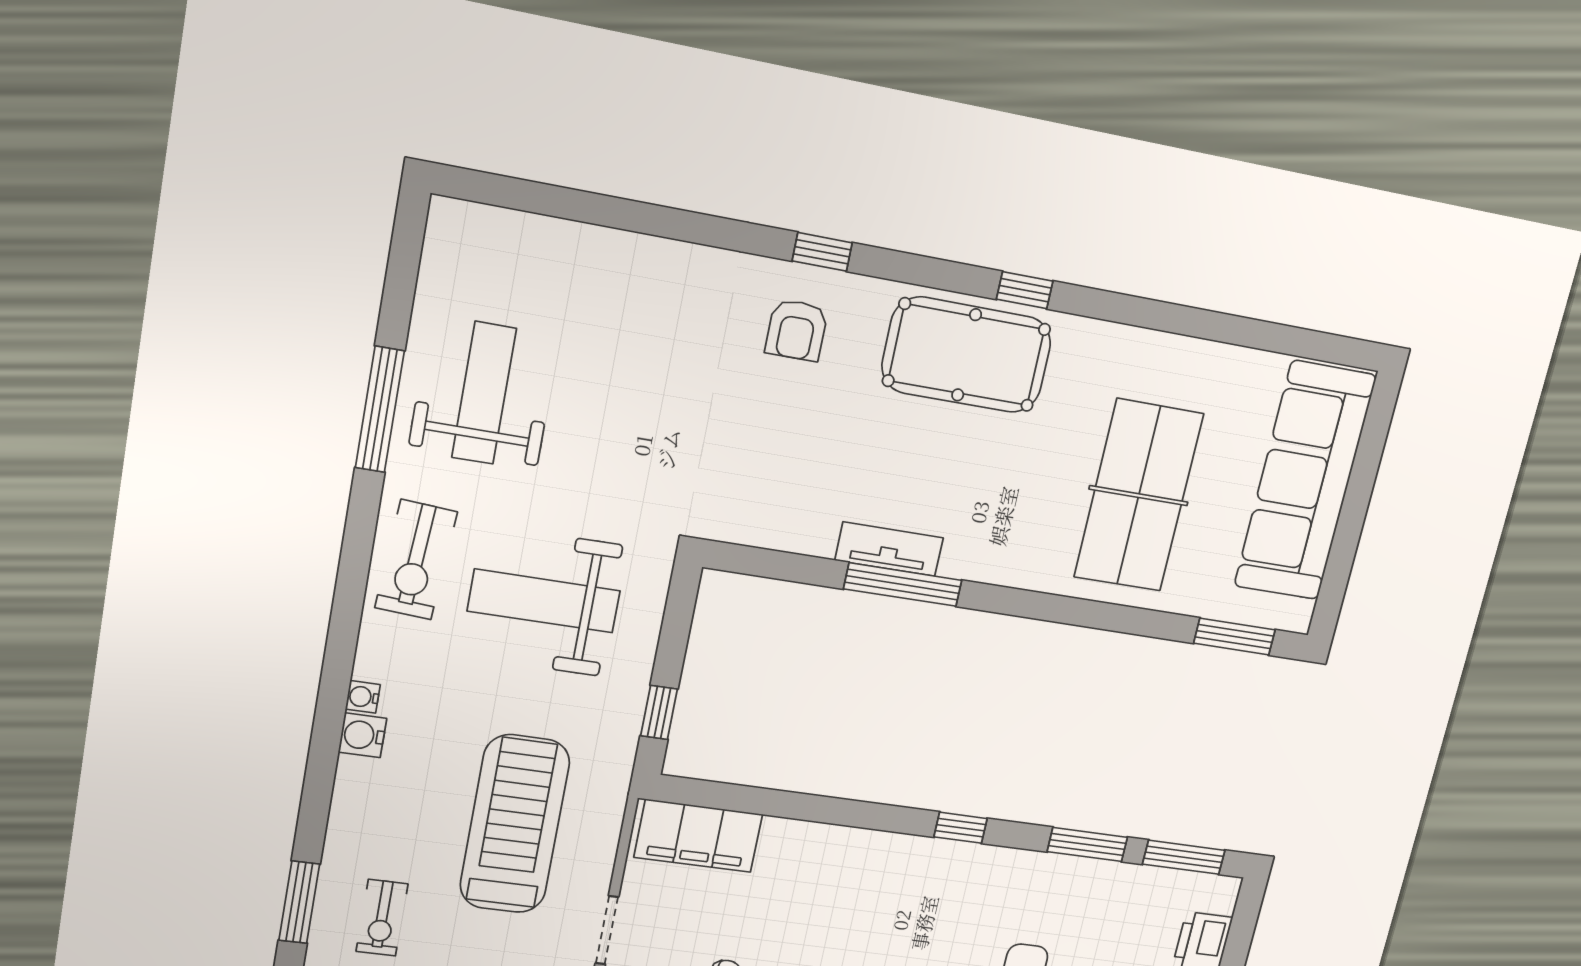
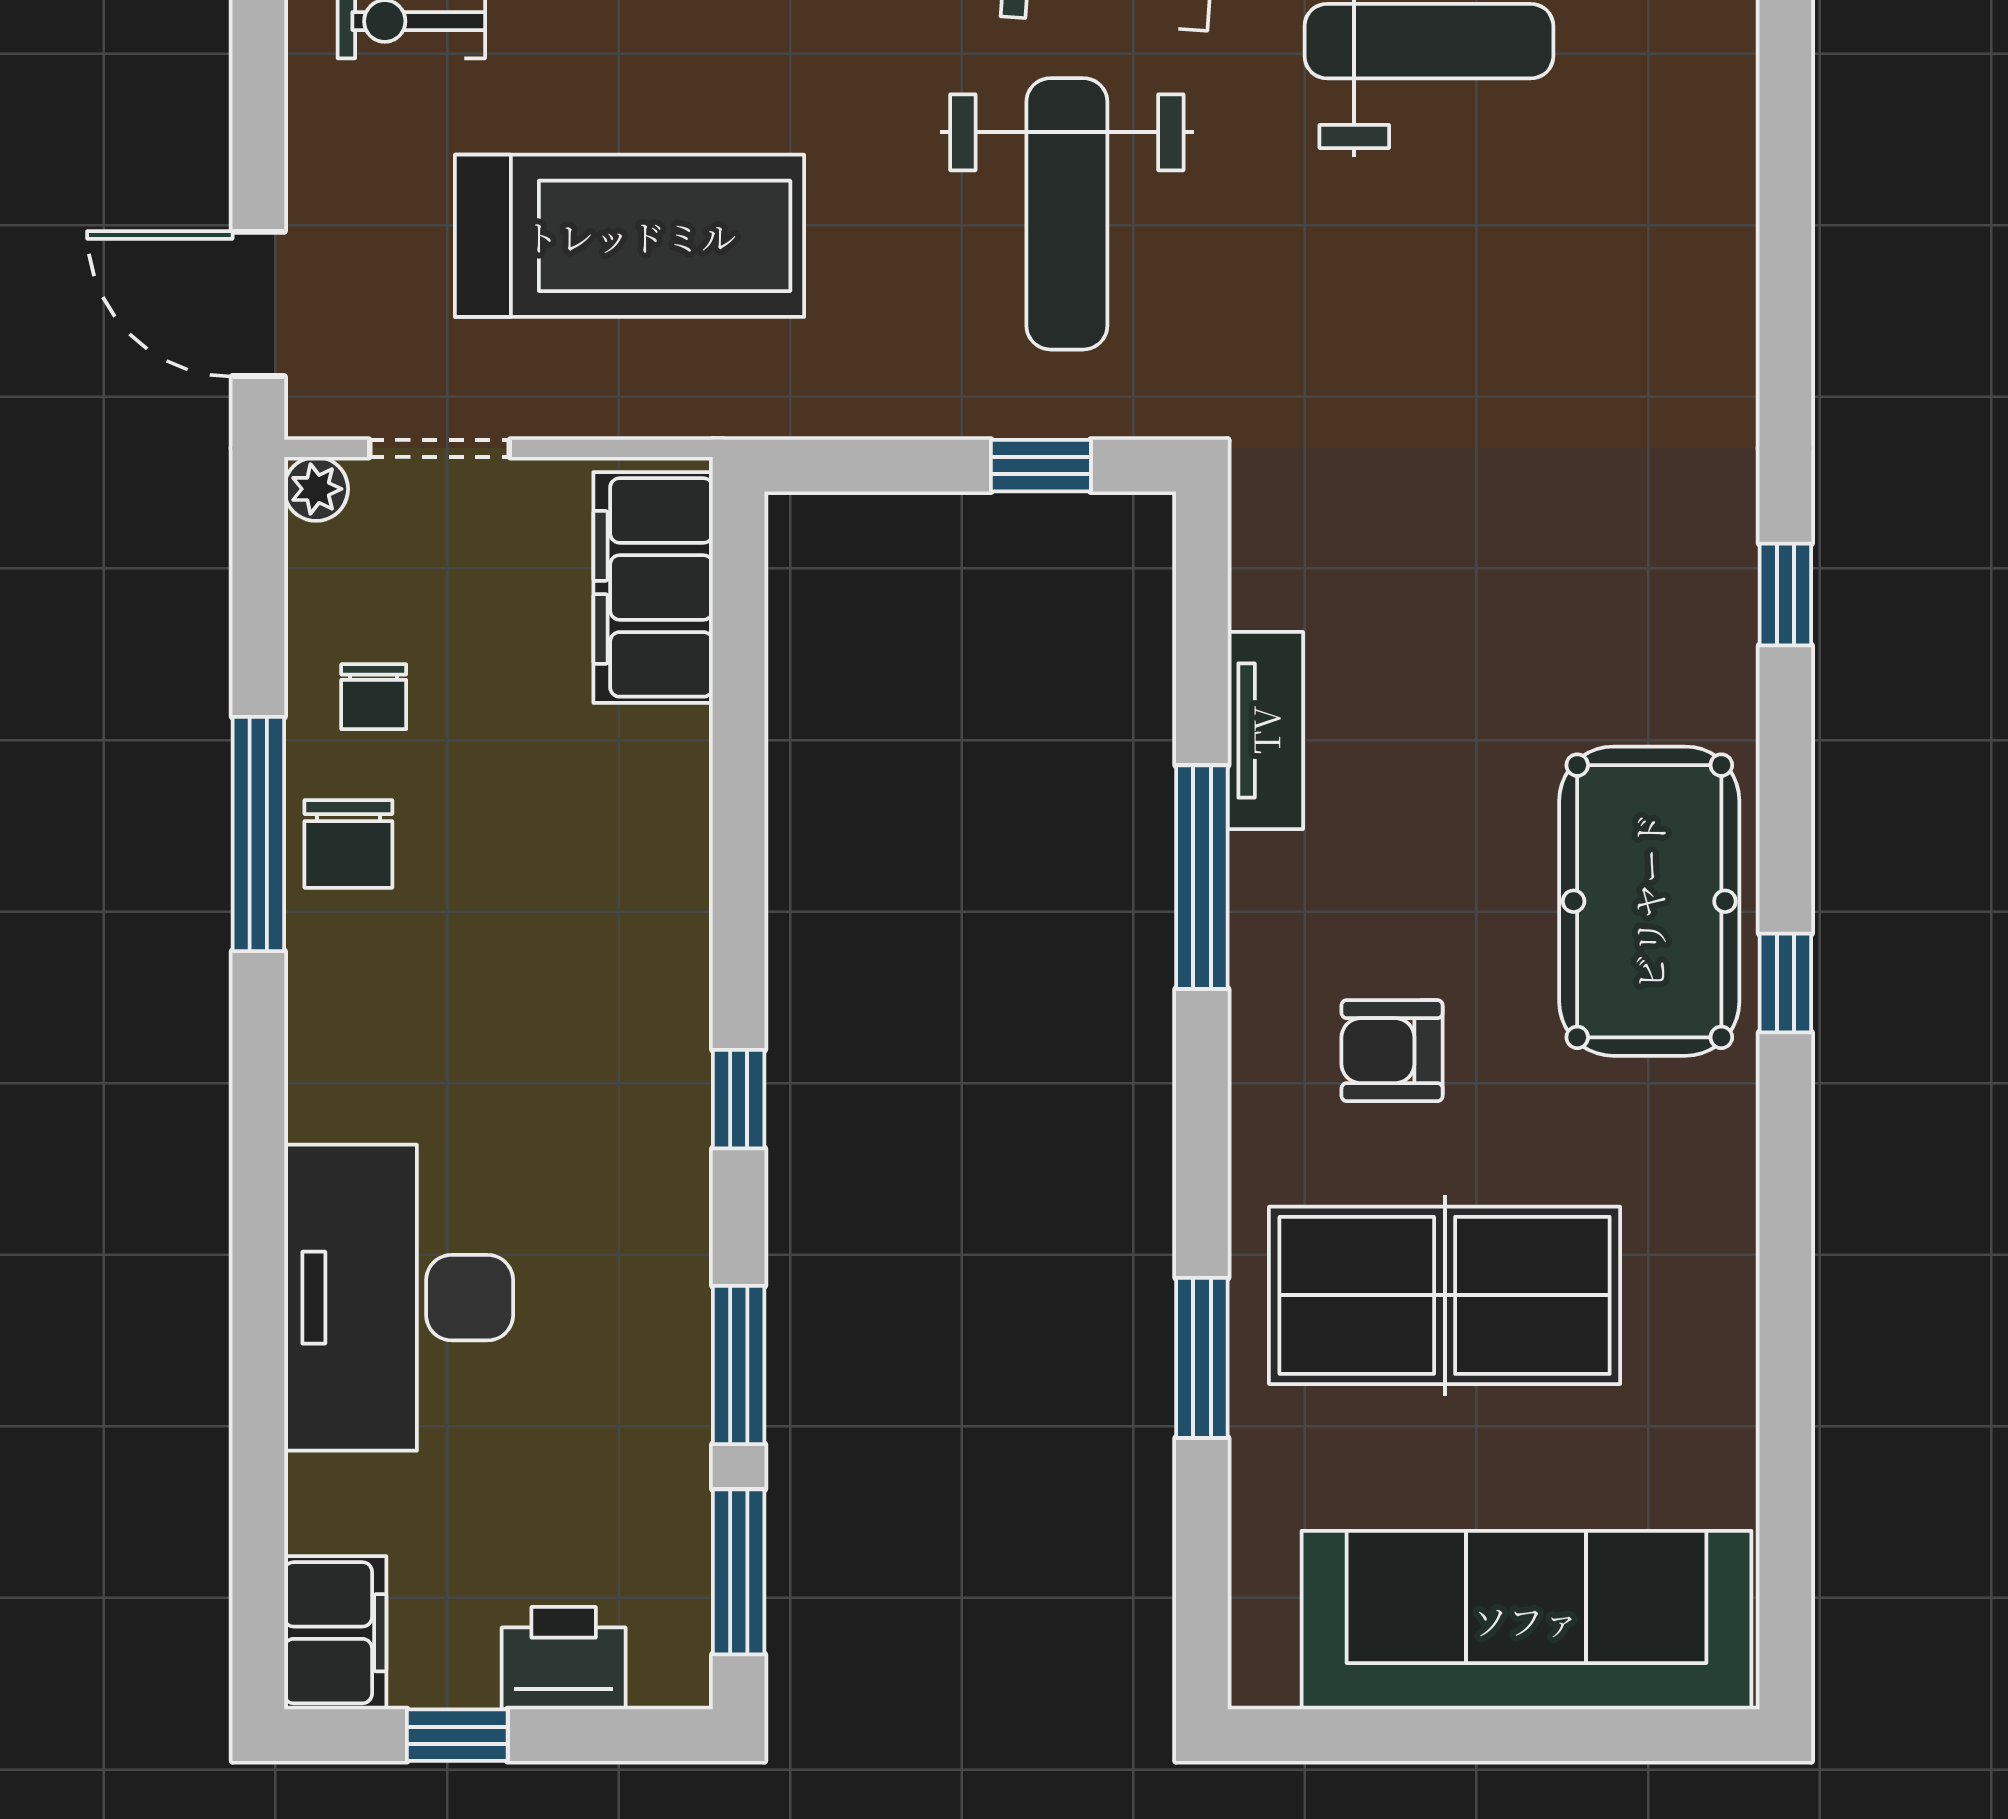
armchair: (797, 330) -> (1392, 1051), moved
tv unit: (889, 549) -> (1265, 730), moved
weight bench: (544, 601) -> (1067, 214), turned 180
window: (1234, 637) -> (1202, 1358), moved
window: (659, 713) -> (1041, 466), moved

